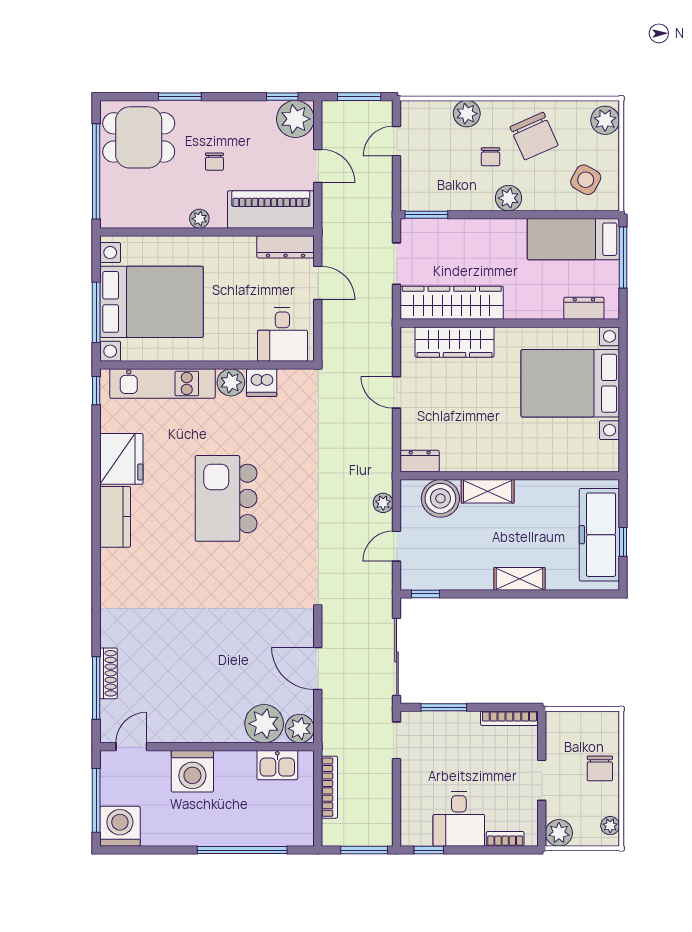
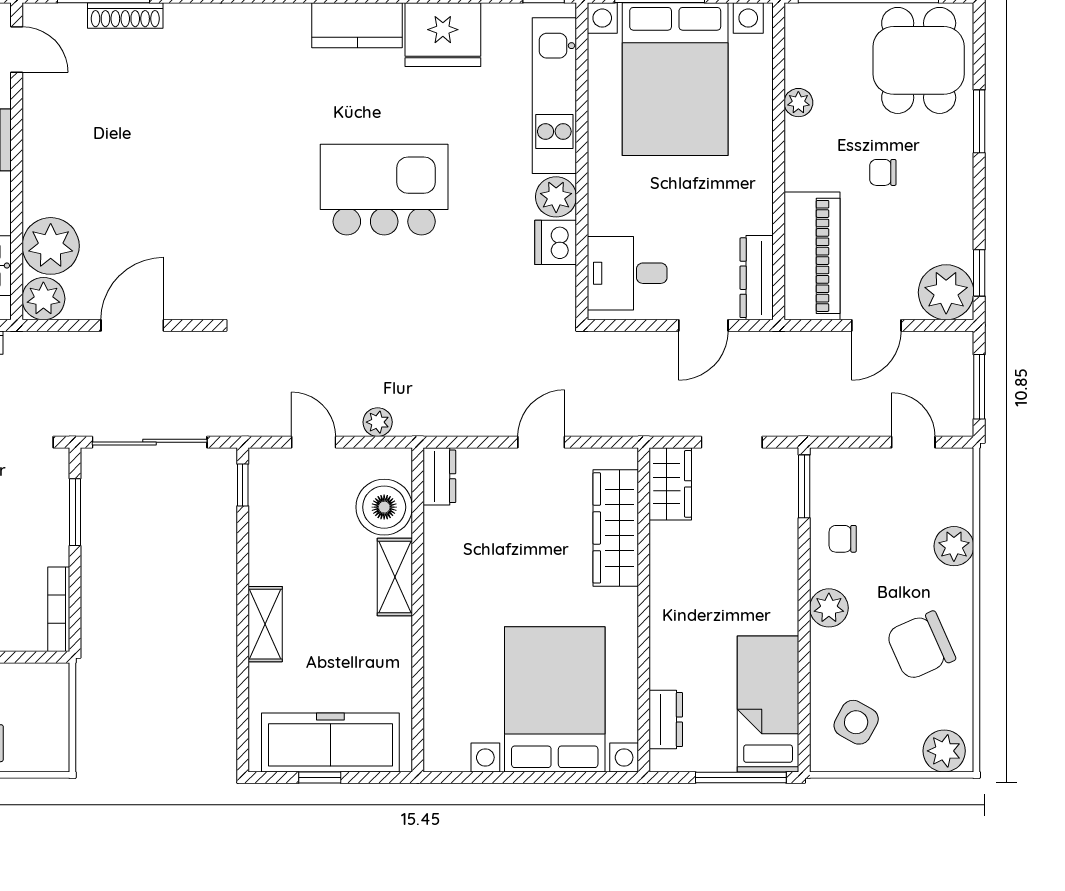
chair: (491, 157) -> (843, 539), moved
plant: (199, 219) -> (798, 103), moved
wardrobe: (452, 303) -> (670, 484), width x0.48, depth x0.85

